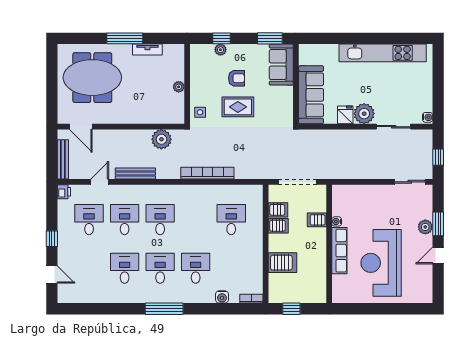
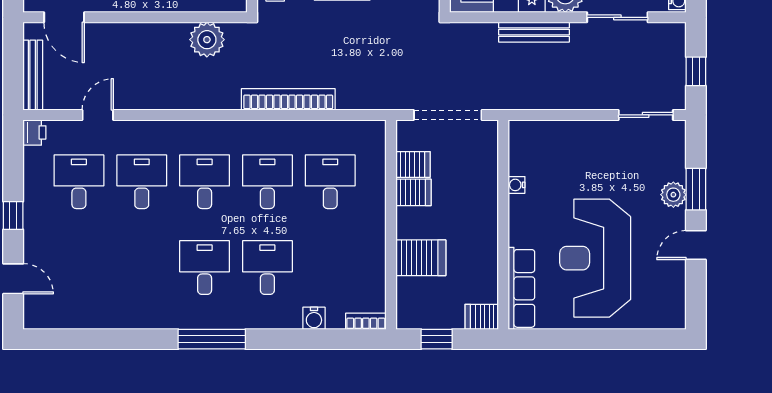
bench: (135, 174) -> (534, 32), moved
server rack: (317, 220) -> (482, 317), moved
row of seats: (339, 251) -> (521, 288), moved
desk: (125, 268) -> (267, 182), moved

